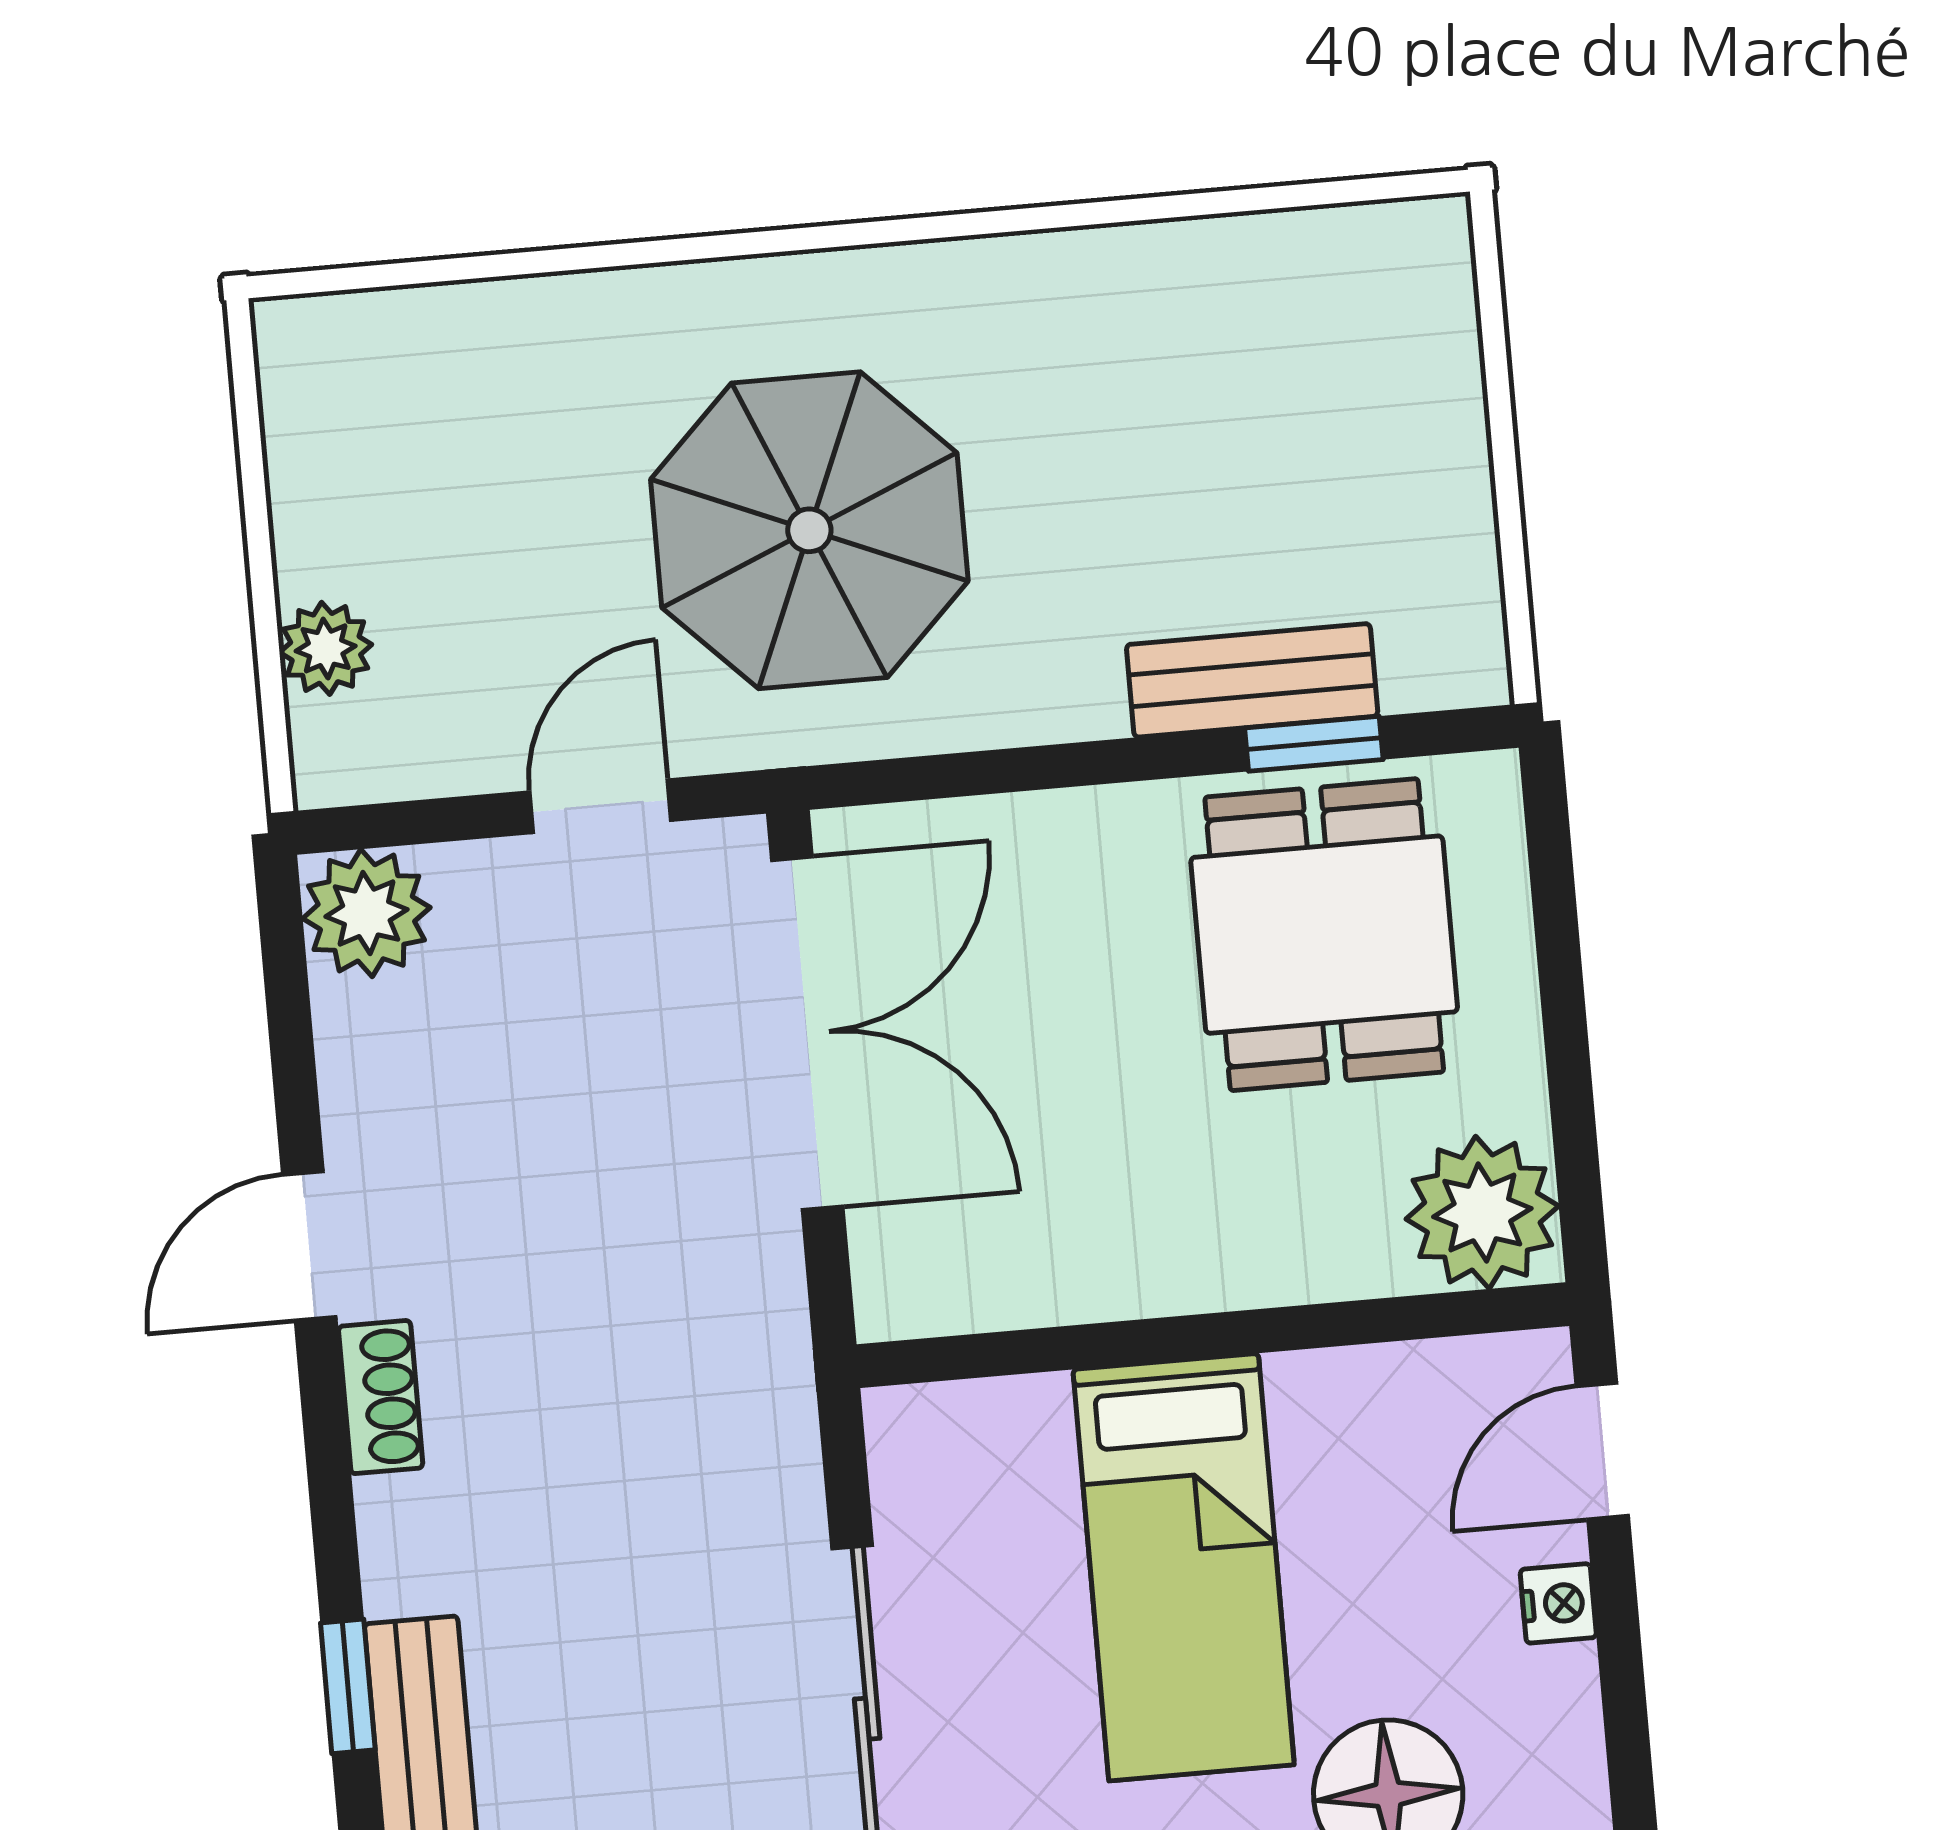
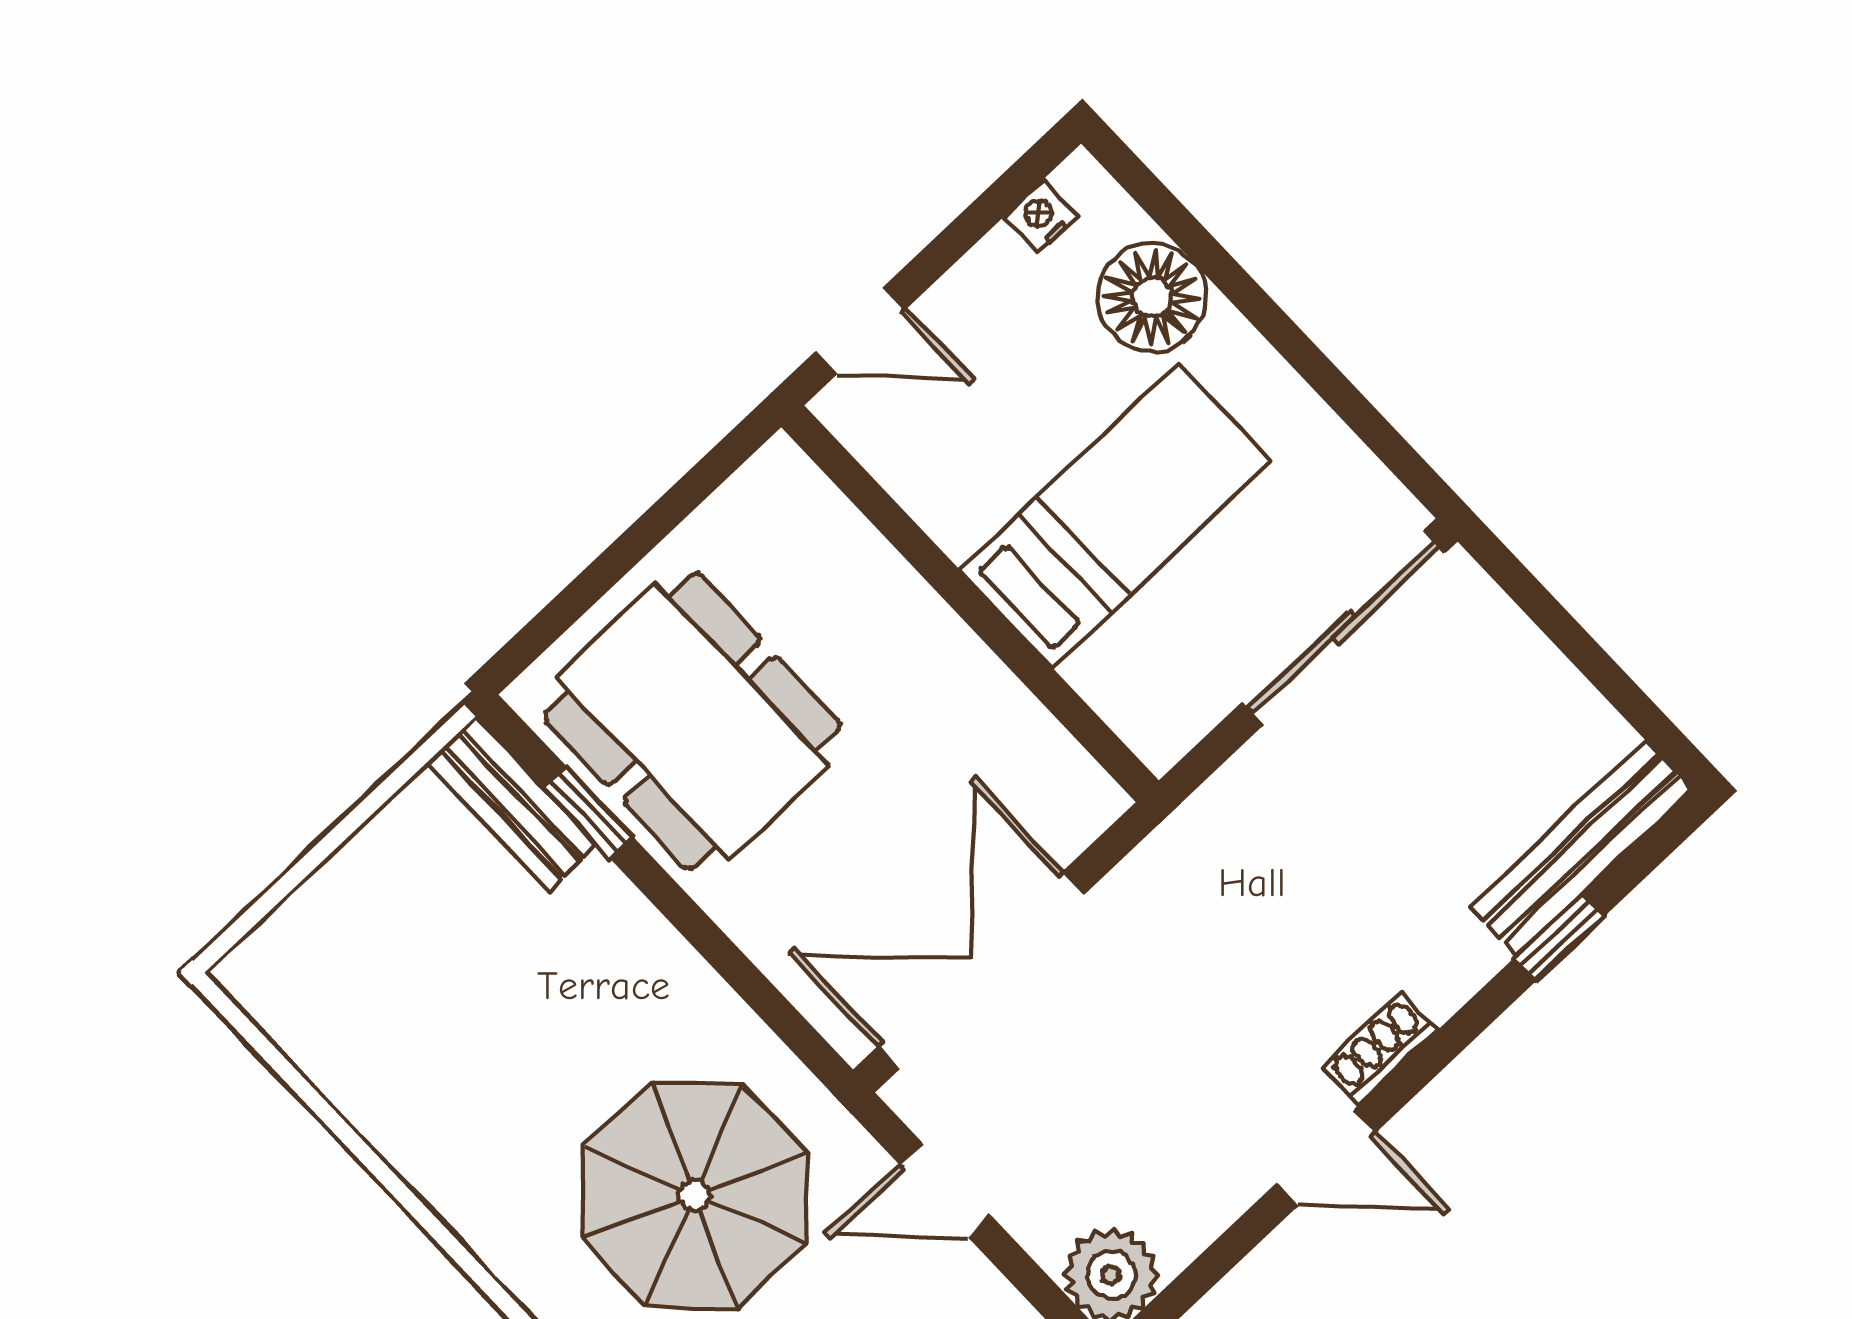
bench: (1252, 680) -> (512, 804), moved
dining table: (1324, 935) -> (692, 721), width x1.38
plant: (1482, 1213) -> (779, 506), removed
nightstand: (1558, 1603) -> (1041, 216), moved

